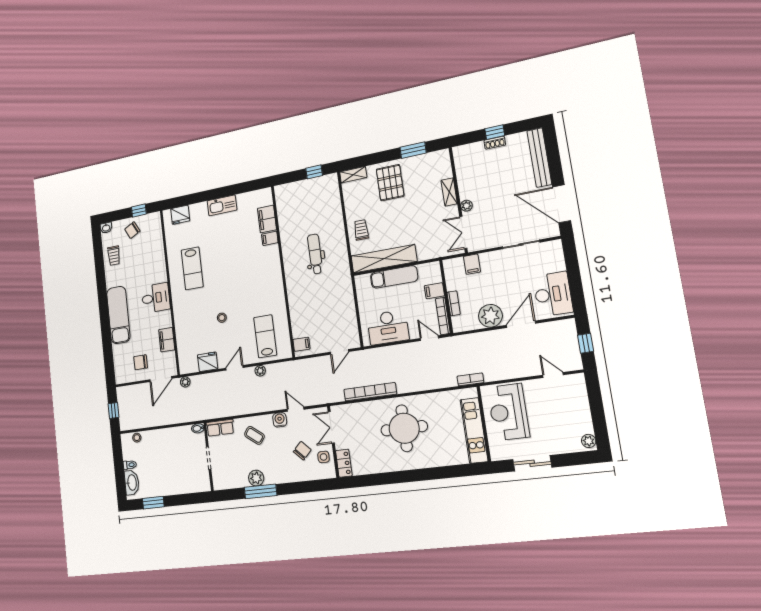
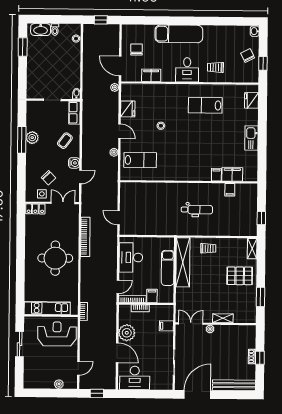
trolley: (114, 256) -> (215, 67), moved
filing cabinet: (301, 344) -> (230, 190), moved
plant: (589, 441) -> (59, 384), moved

